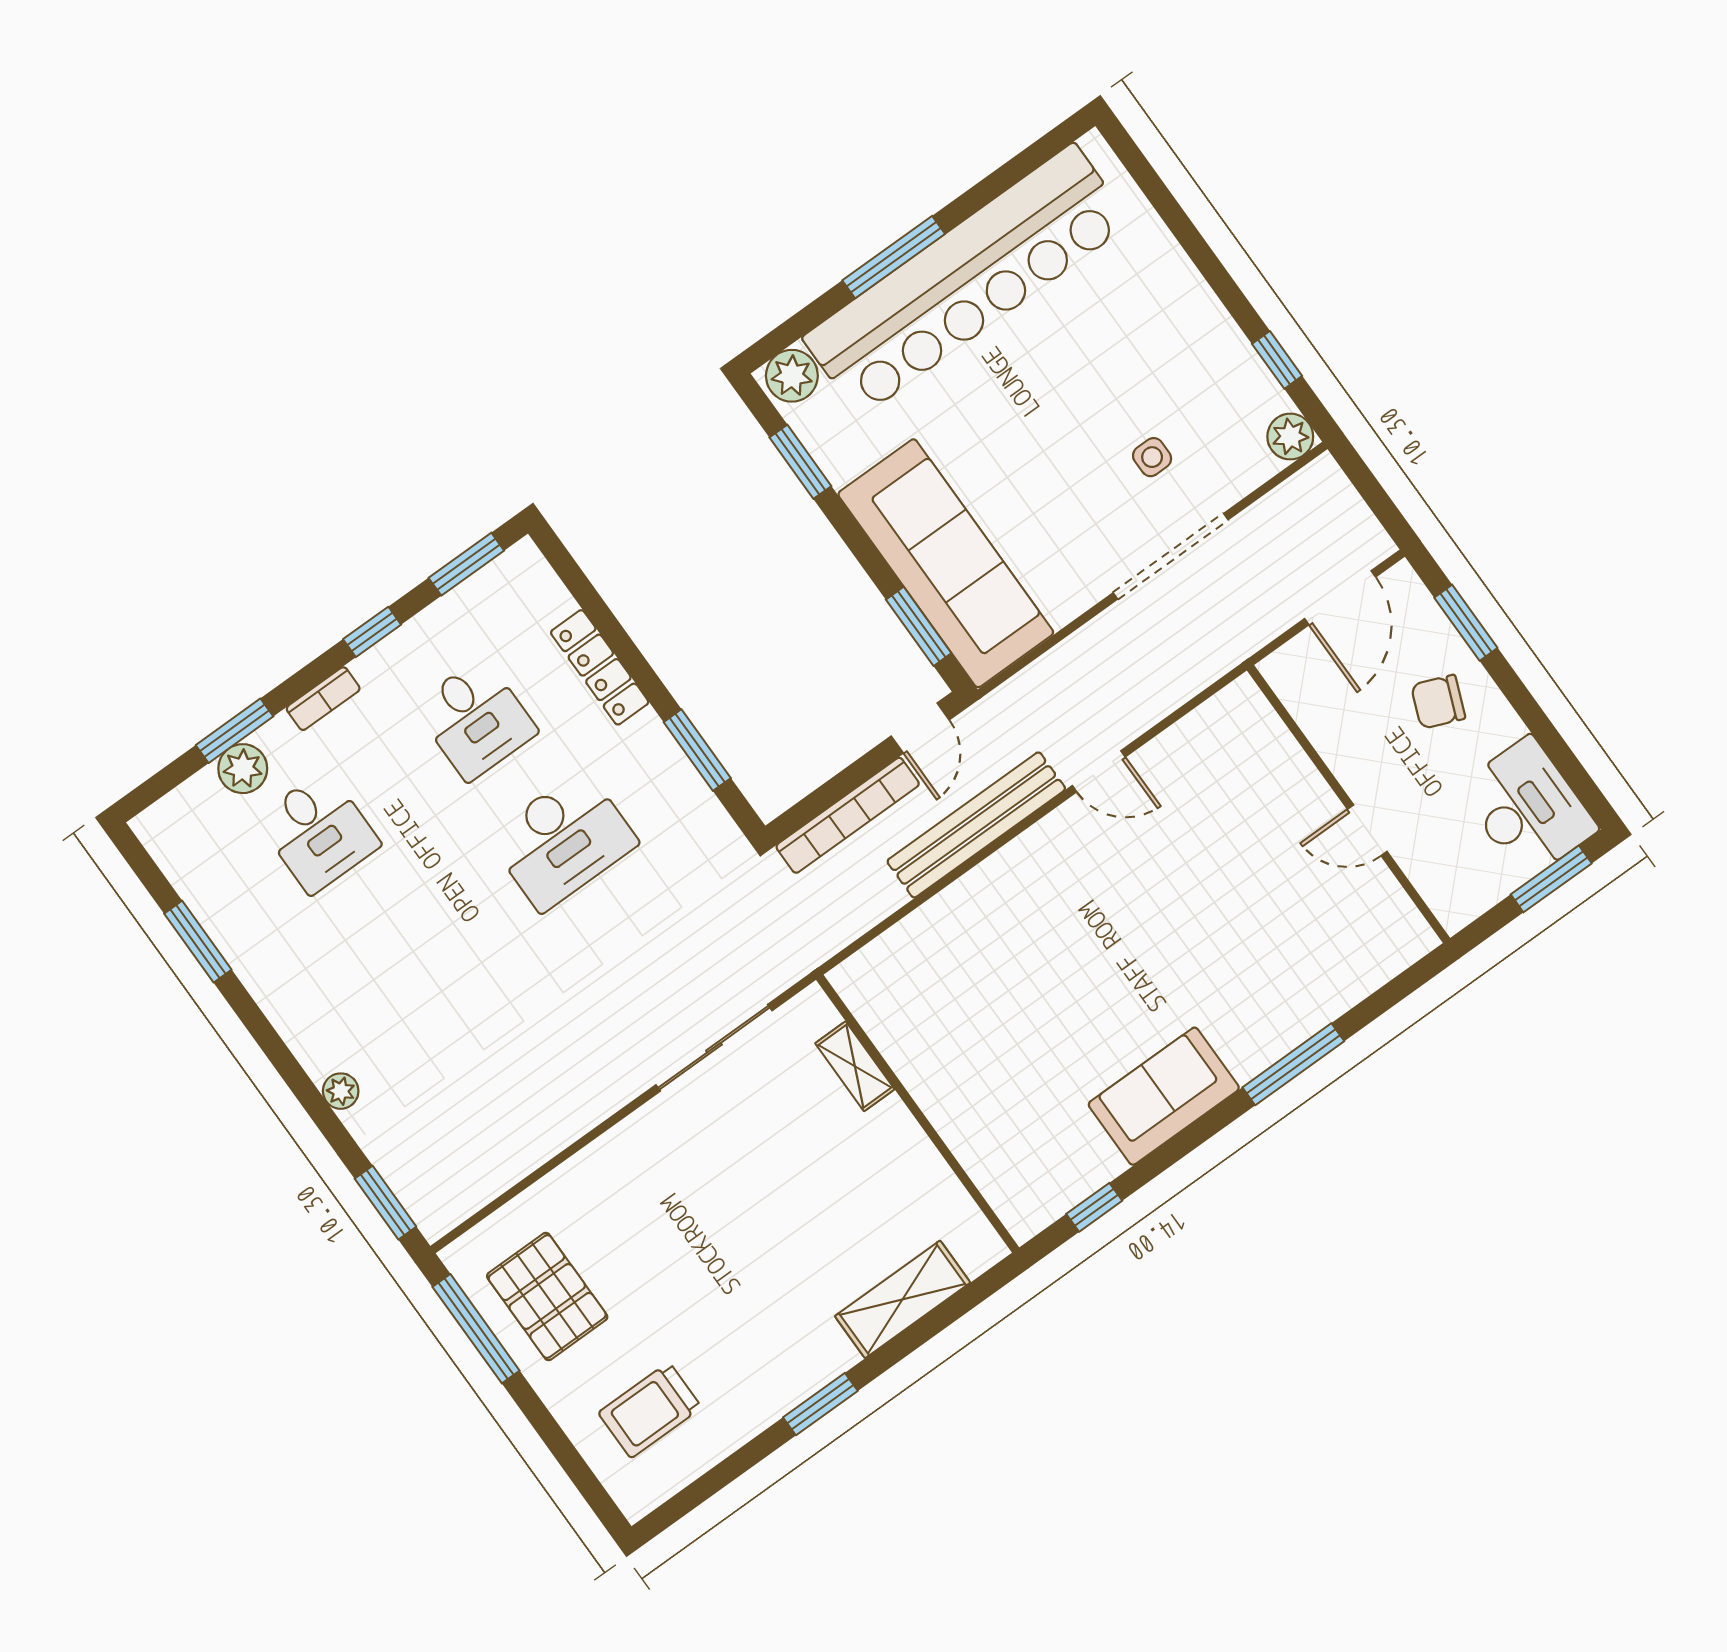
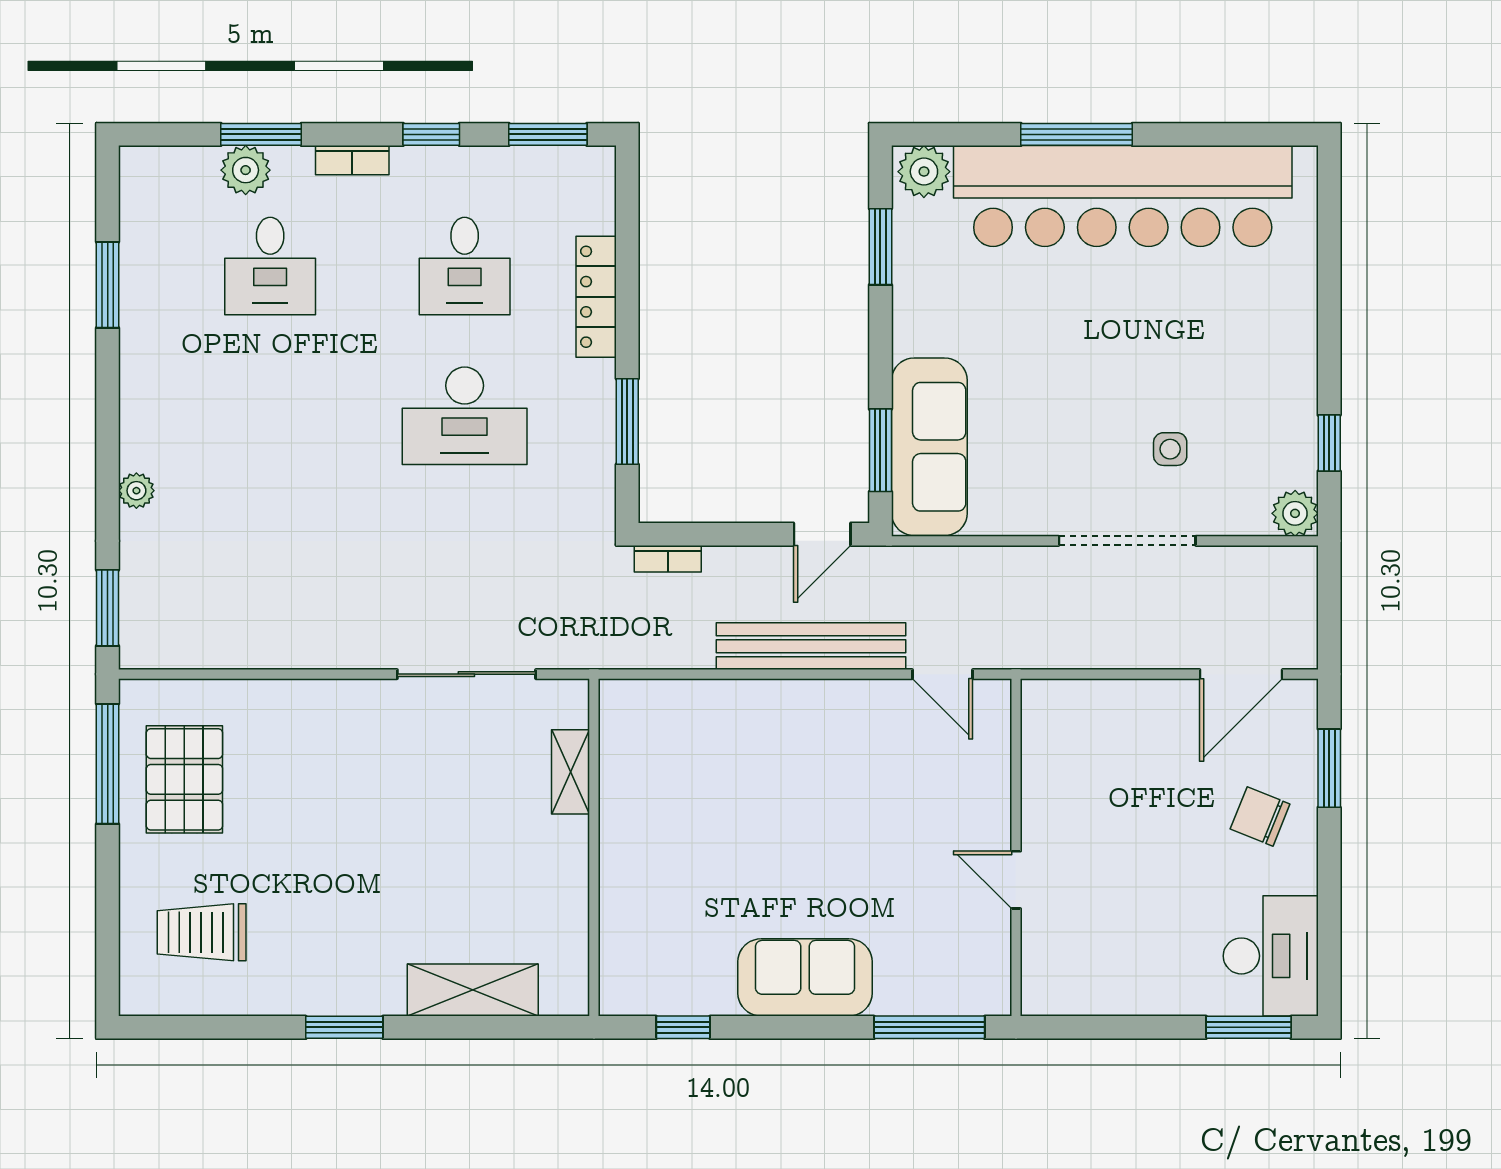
sofa: (946, 563) -> (929, 447), width x0.74, depth x0.79
wall: (1349, 804) -> (1016, 847), moved
bookcase: (848, 815) -> (668, 559), width x0.43, depth x0.76
door: (1367, 830) -> (1016, 880), moved

